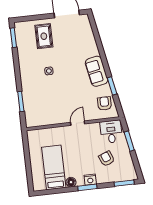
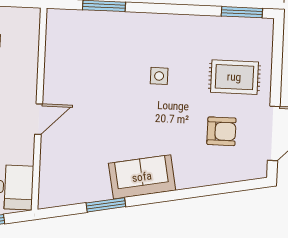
armchair: (104, 103) -> (221, 131), moved
door: (78, 123) -> (39, 119), hinge flipped

